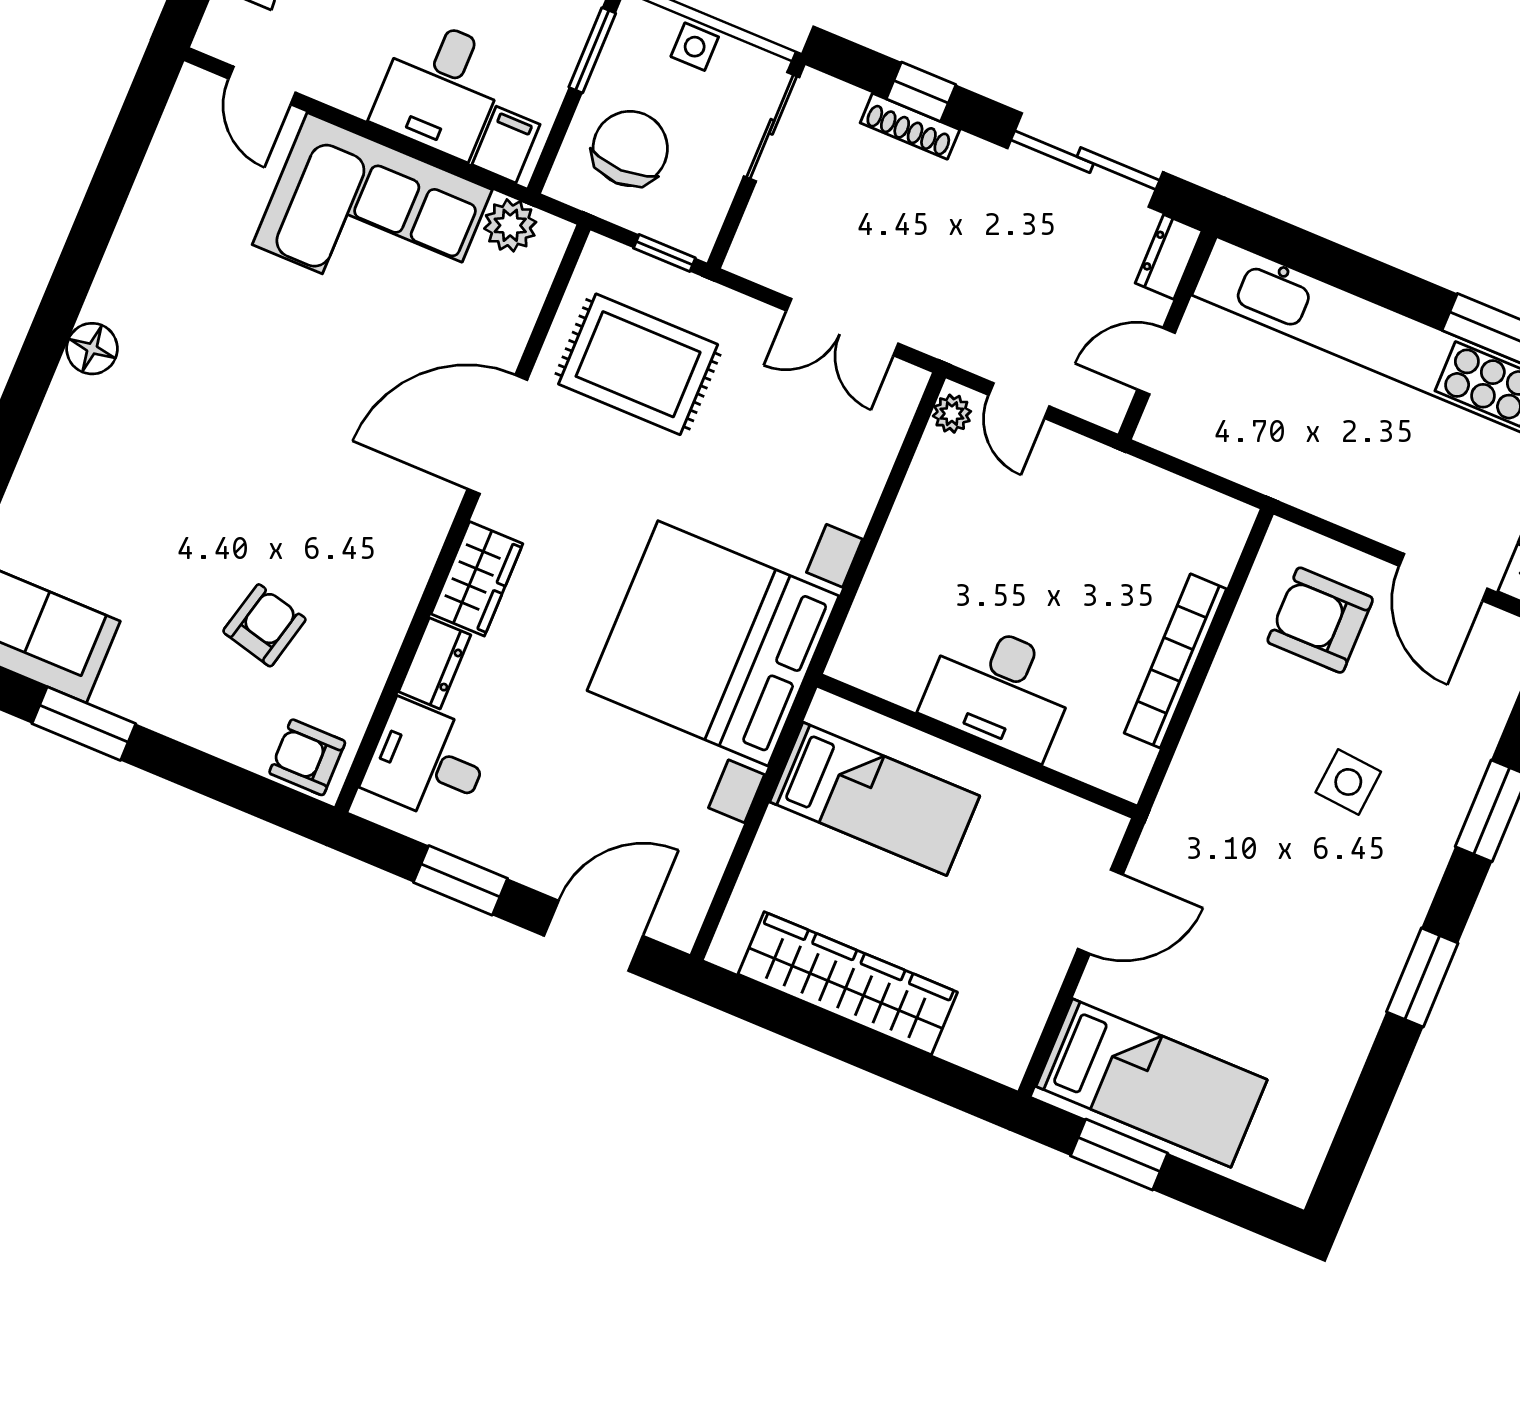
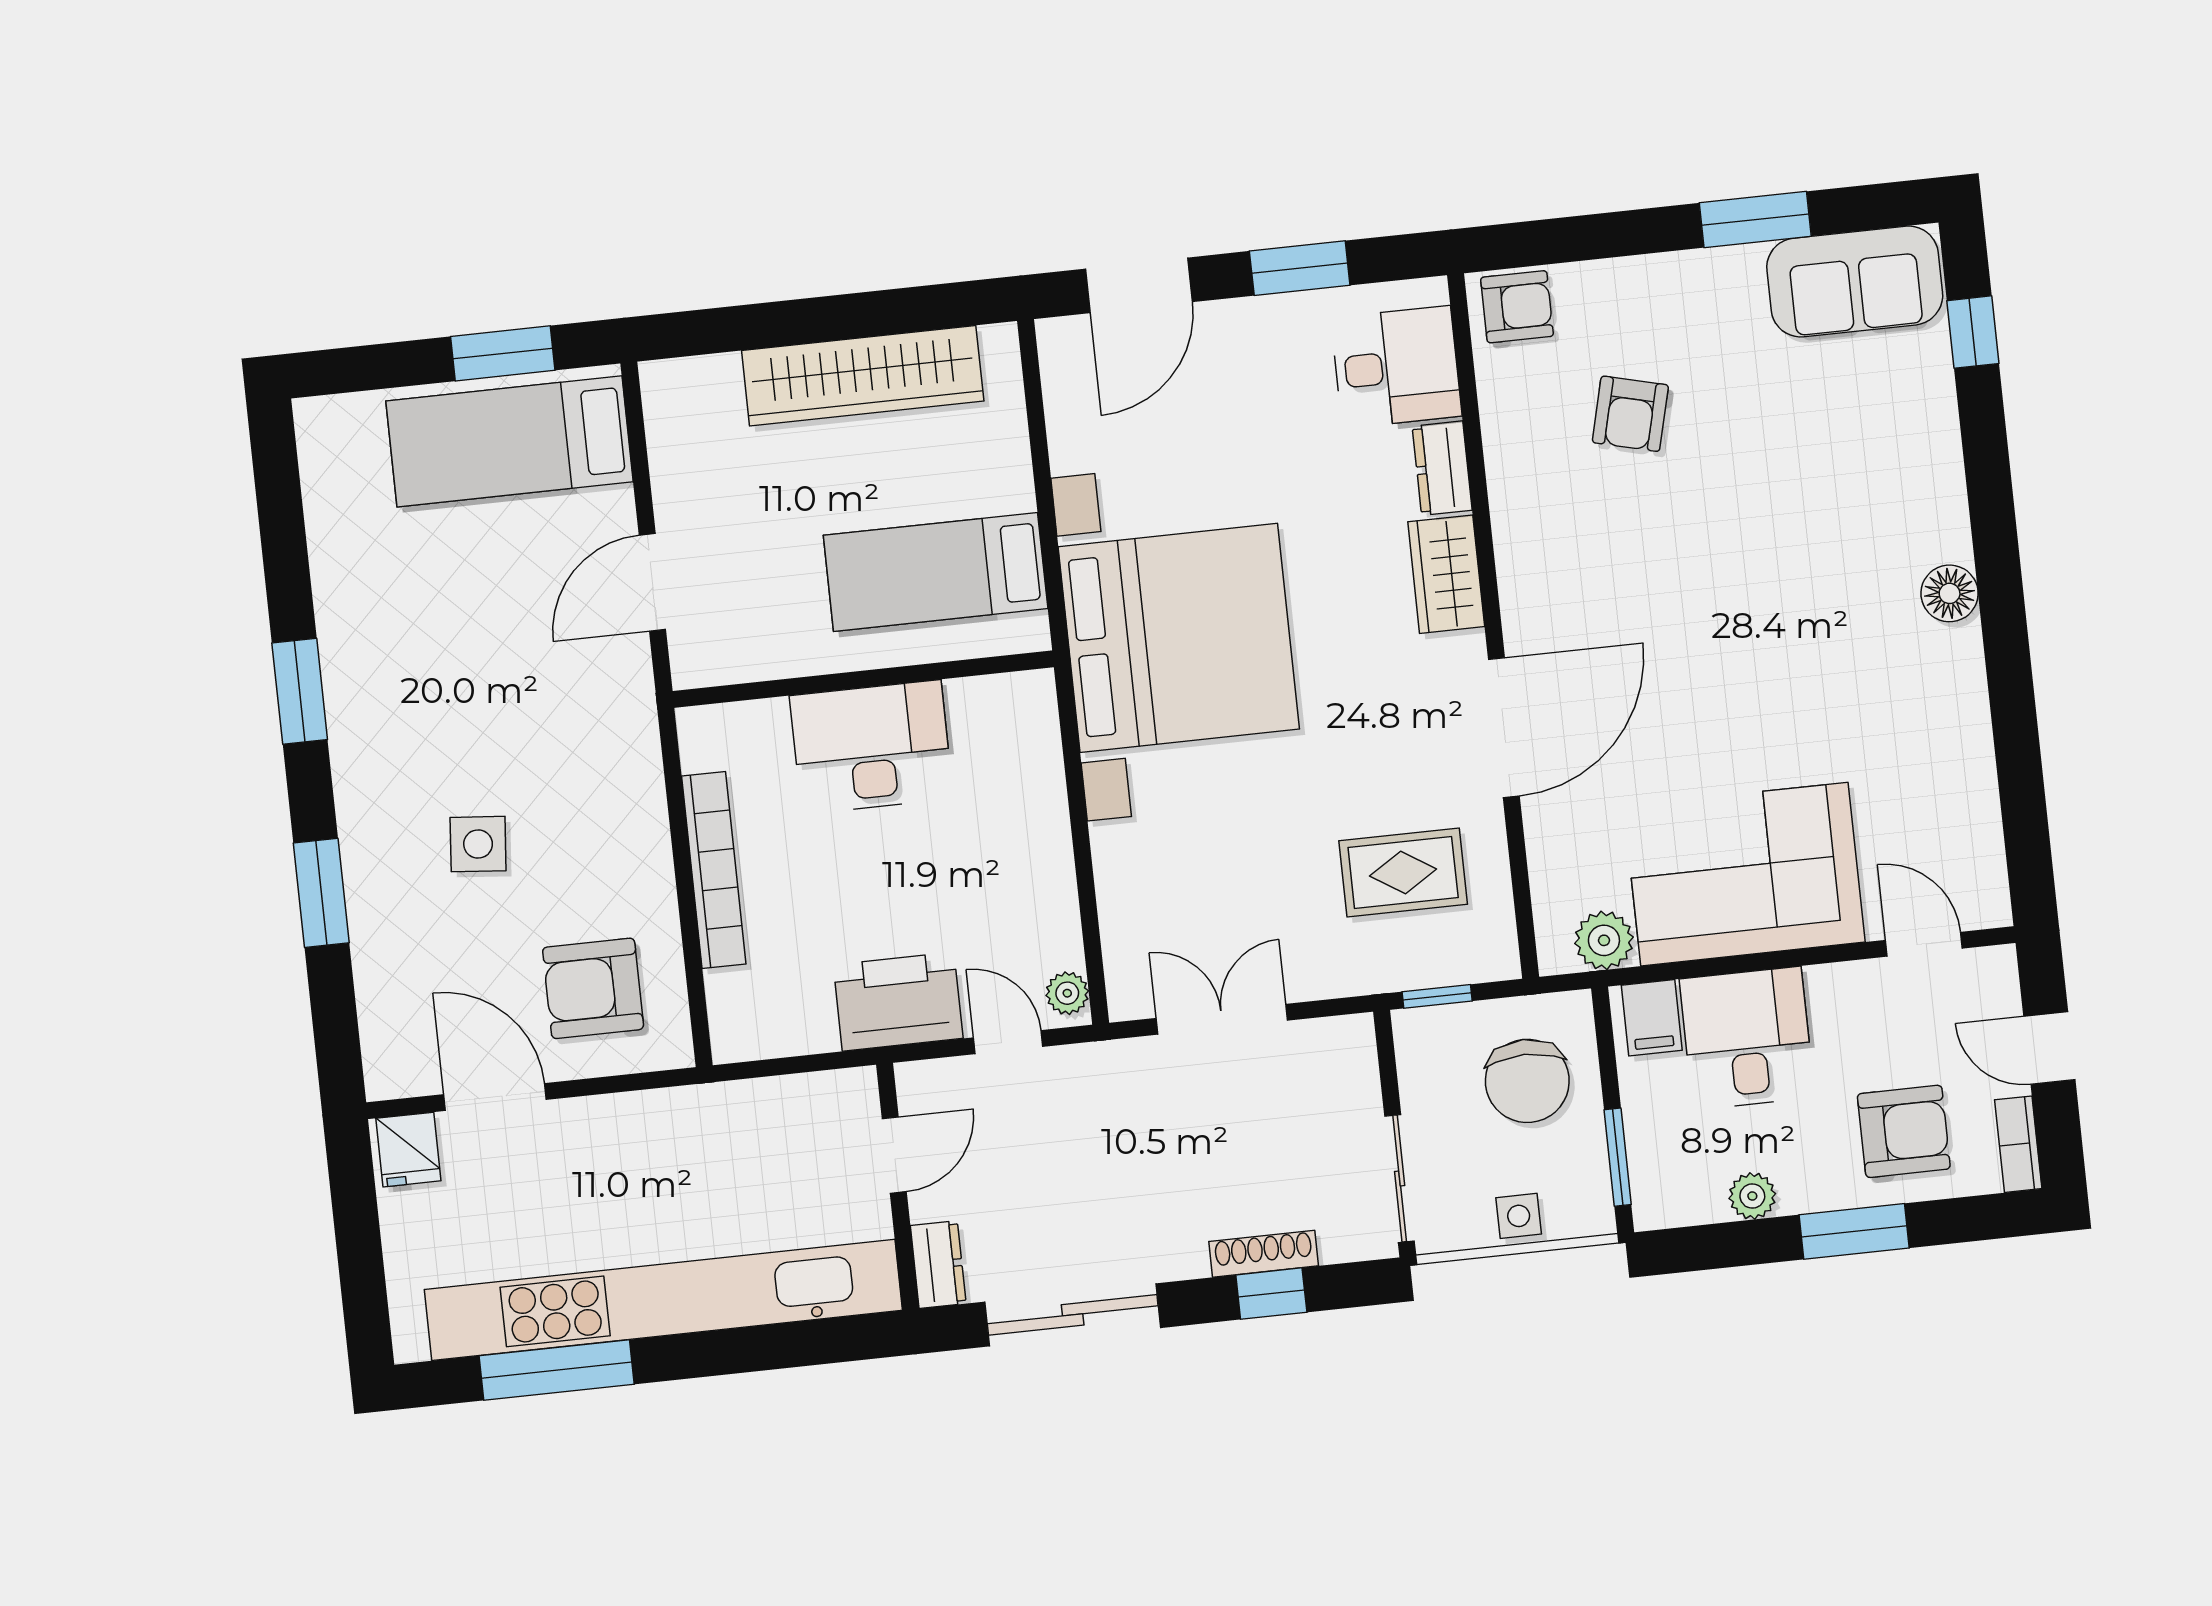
rug: (638, 364) -> (1403, 872), width x0.73, depth x0.70
printer: (1088, 479) -> (898, 1002), added
armchair: (1320, 620) -> (593, 988), turned 180

